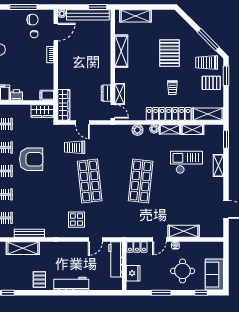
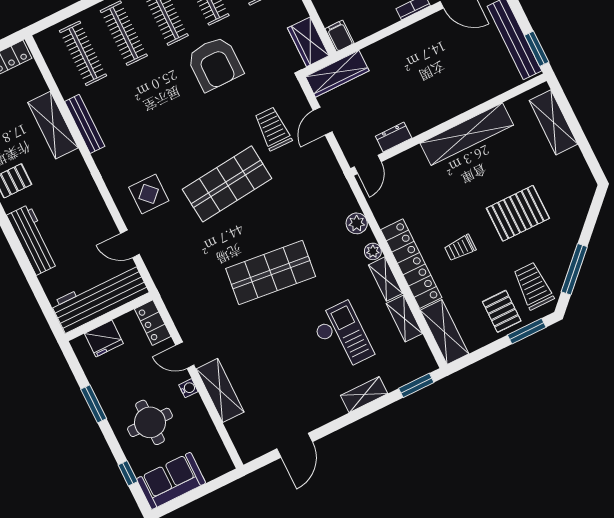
shelving: (121, 51) -> (467, 134), width x1.47
shelving: (120, 94) -> (404, 161), removed
workbench: (115, 259) -> (100, 298), width x1.36, depth x1.32

